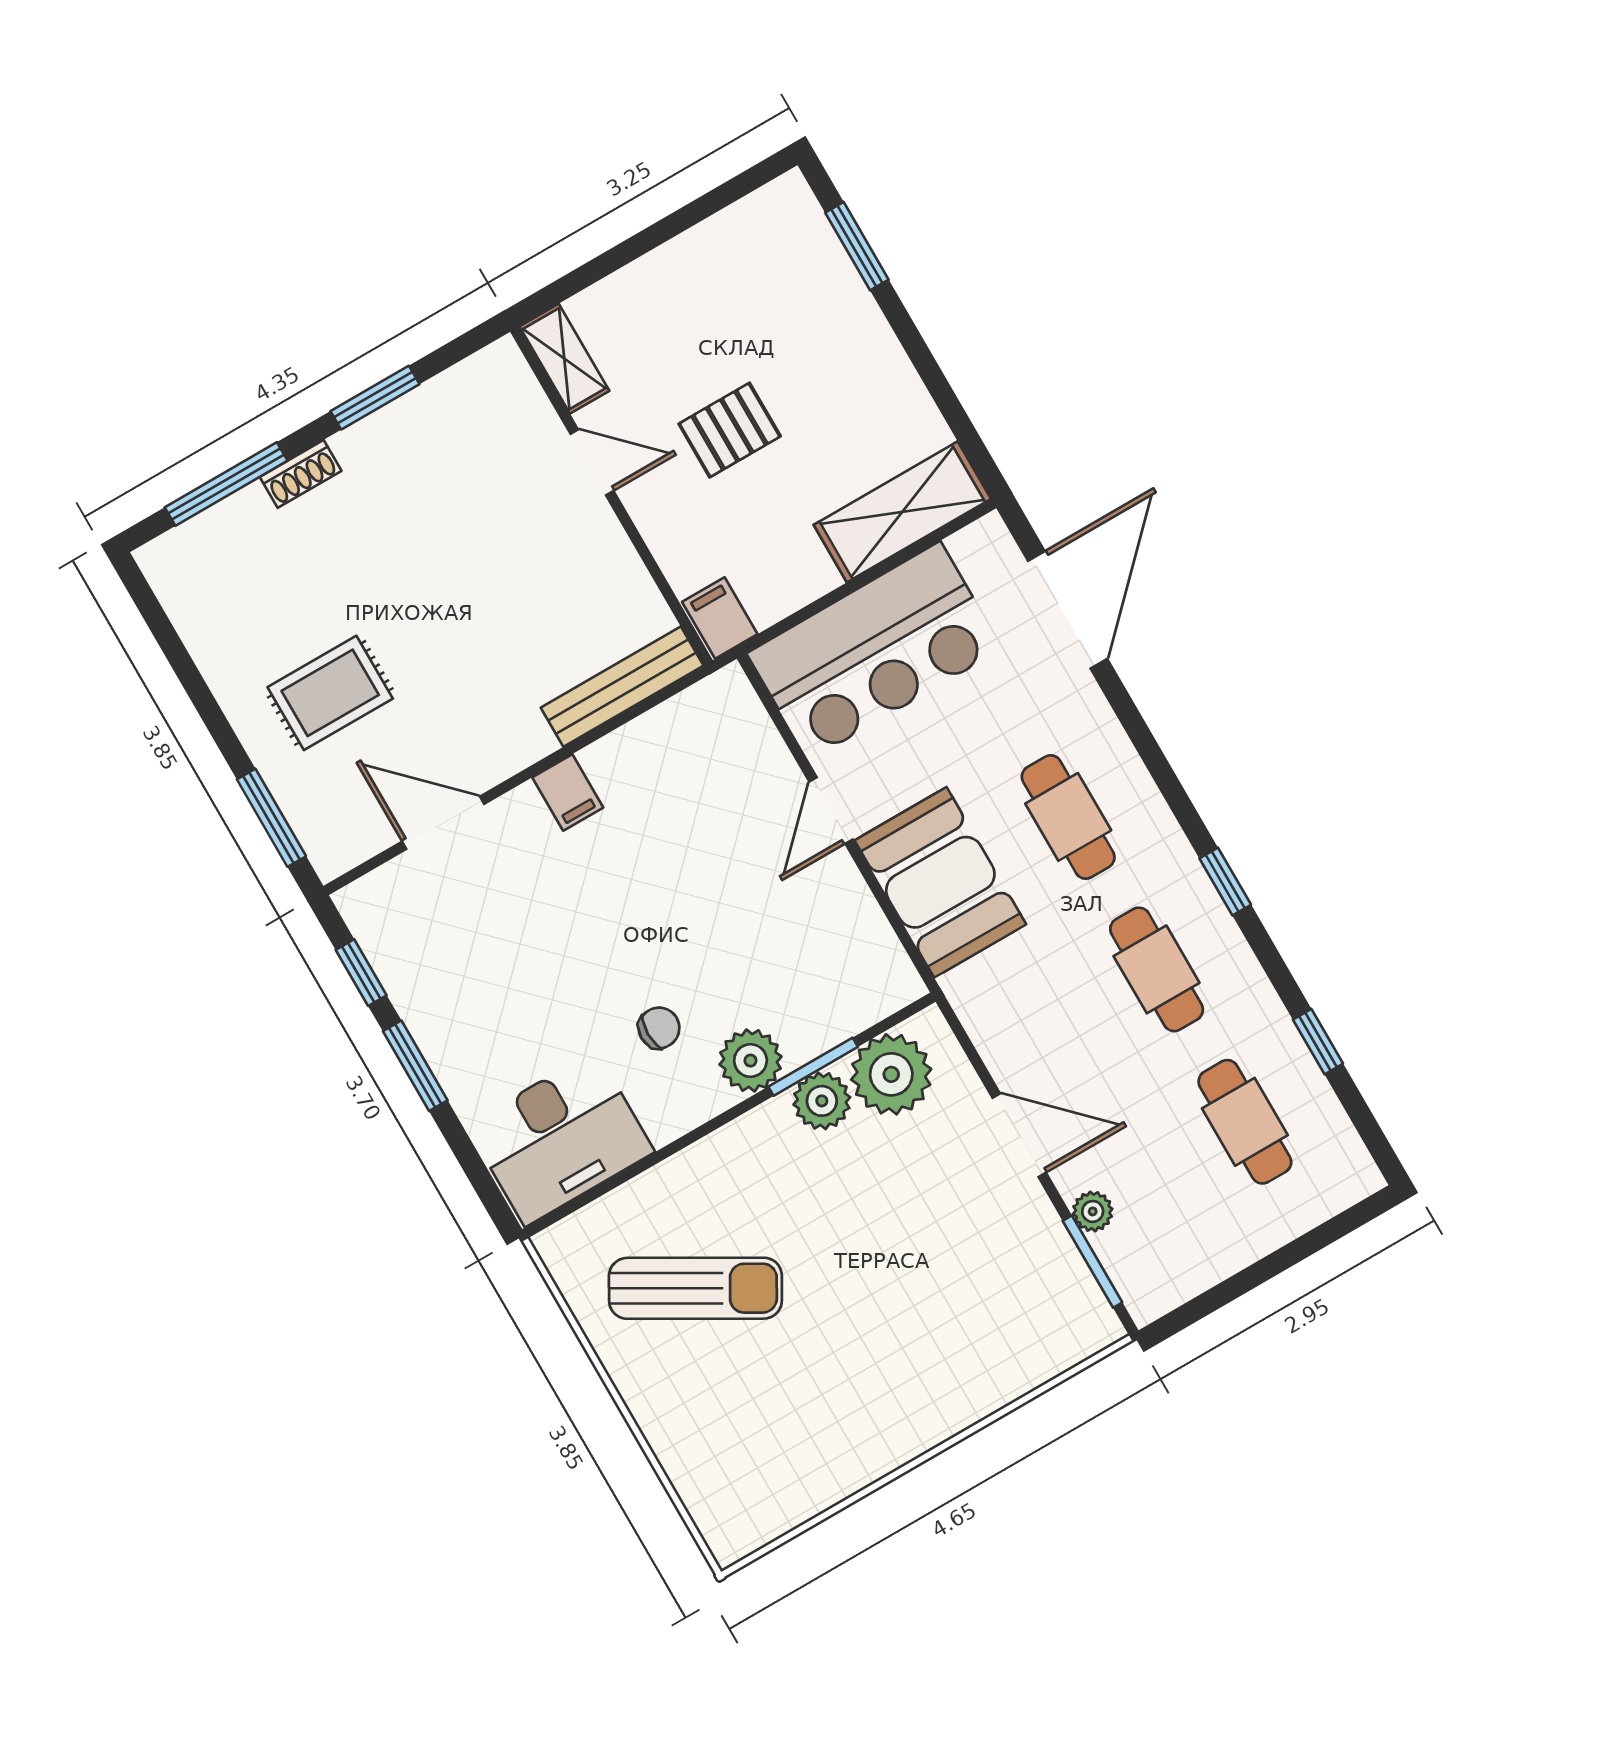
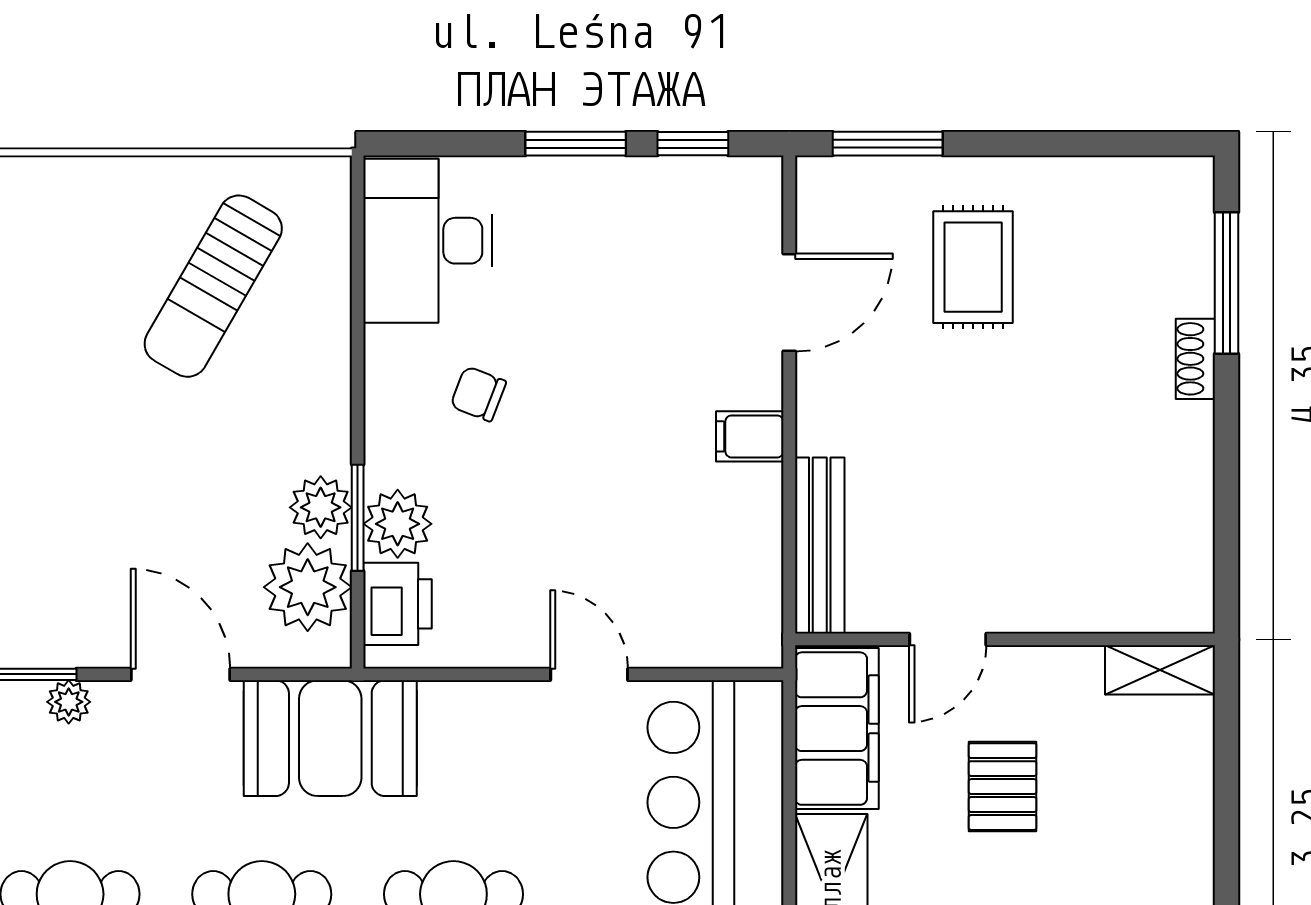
window: (375, 398) -> (1227, 470), removed
door: (592, 462) -> (948, 639), moved
filing cabinet: (720, 618) -> (837, 729), width x3.00, depth x1.17
booth: (940, 882) -> (330, 738), moved
printer: (863, 995) -> (398, 604), added
chair: (659, 1028) -> (478, 394), turned 111
plant: (750, 1061) -> (398, 524), moved
door: (1019, 1135) -> (181, 674), swing flipped

